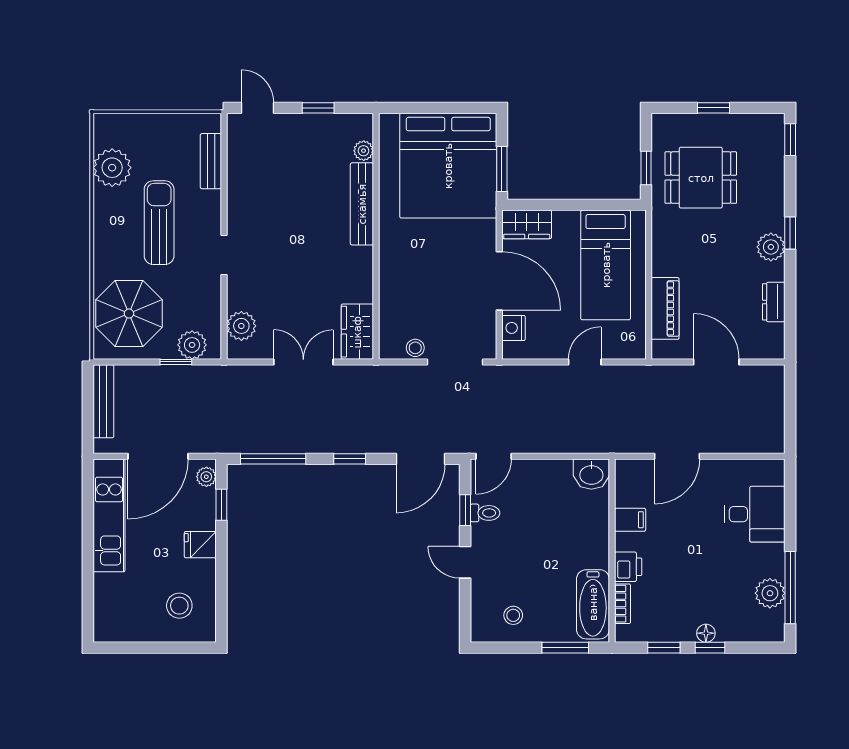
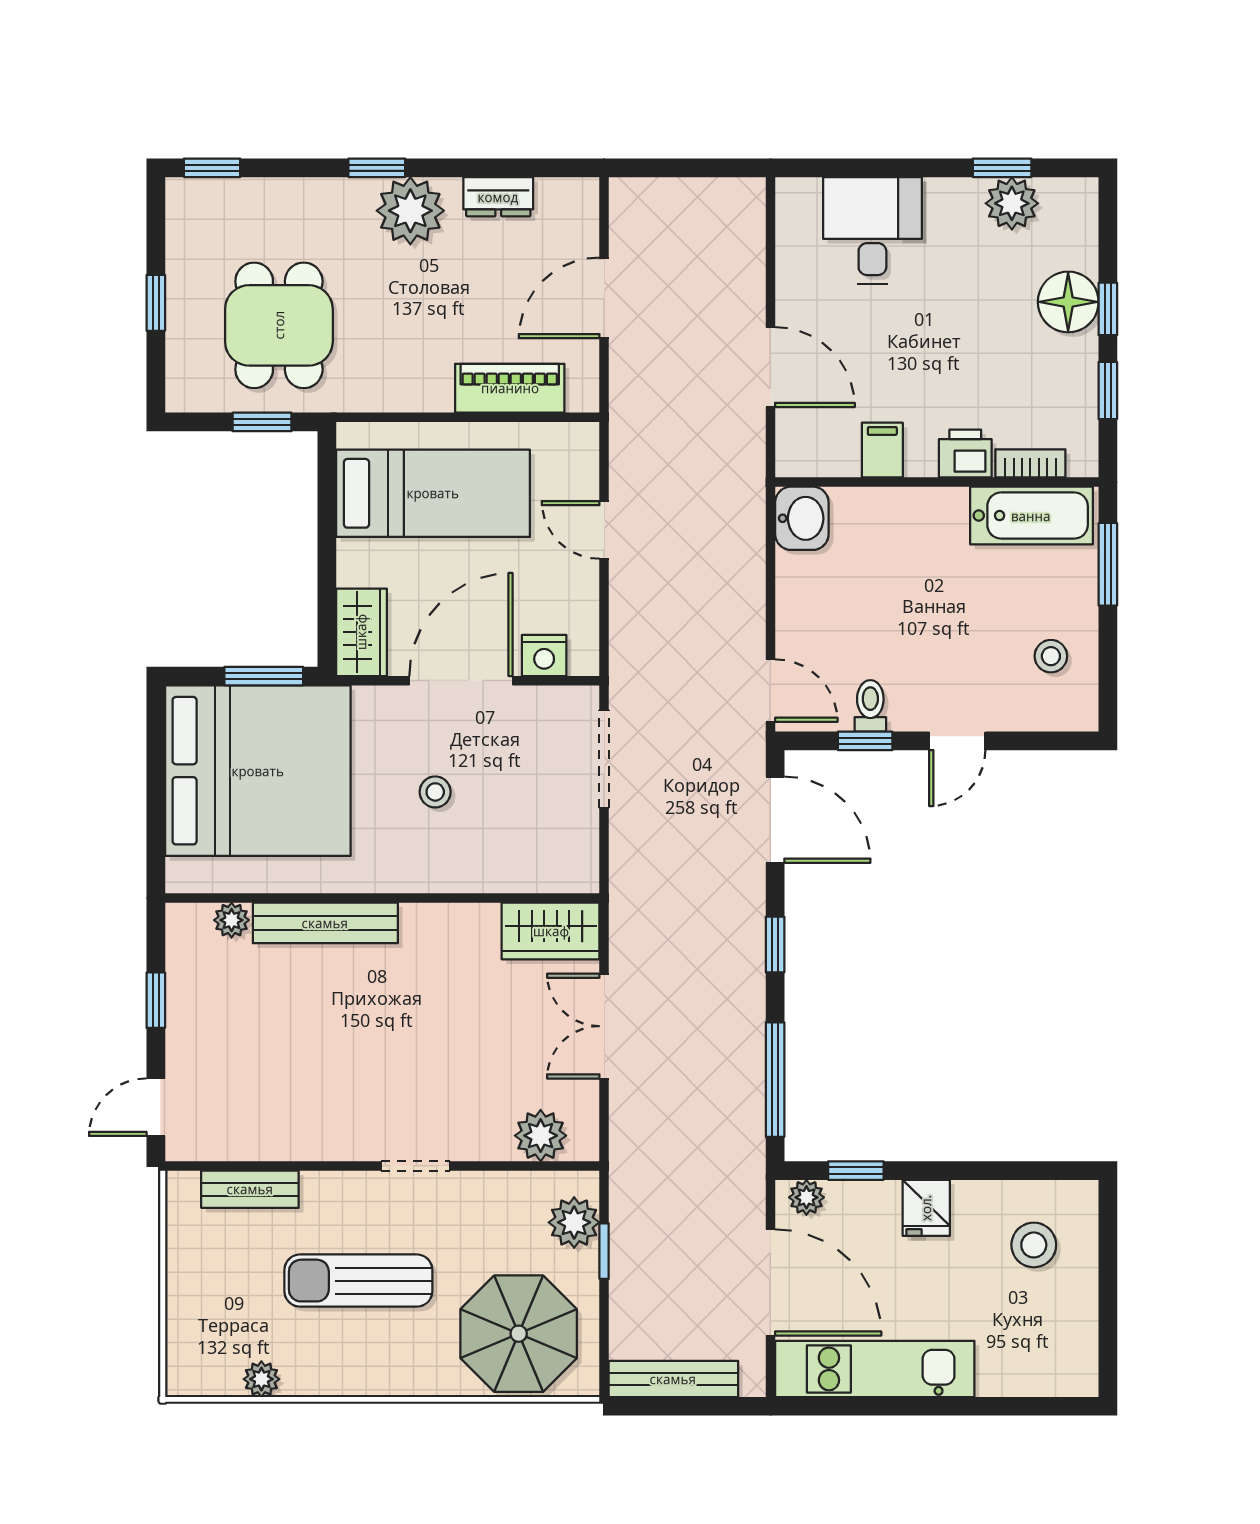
plant: (112, 168) -> (261, 1379), width x0.53, depth x0.53
plant: (771, 247) -> (410, 211), width x1.36, depth x1.36
stool: (415, 348) -> (435, 792), moved
window: (790, 588) -> (1002, 168), width x0.46
floor lamp: (706, 633) -> (1068, 302), width x1.89, depth x1.89

